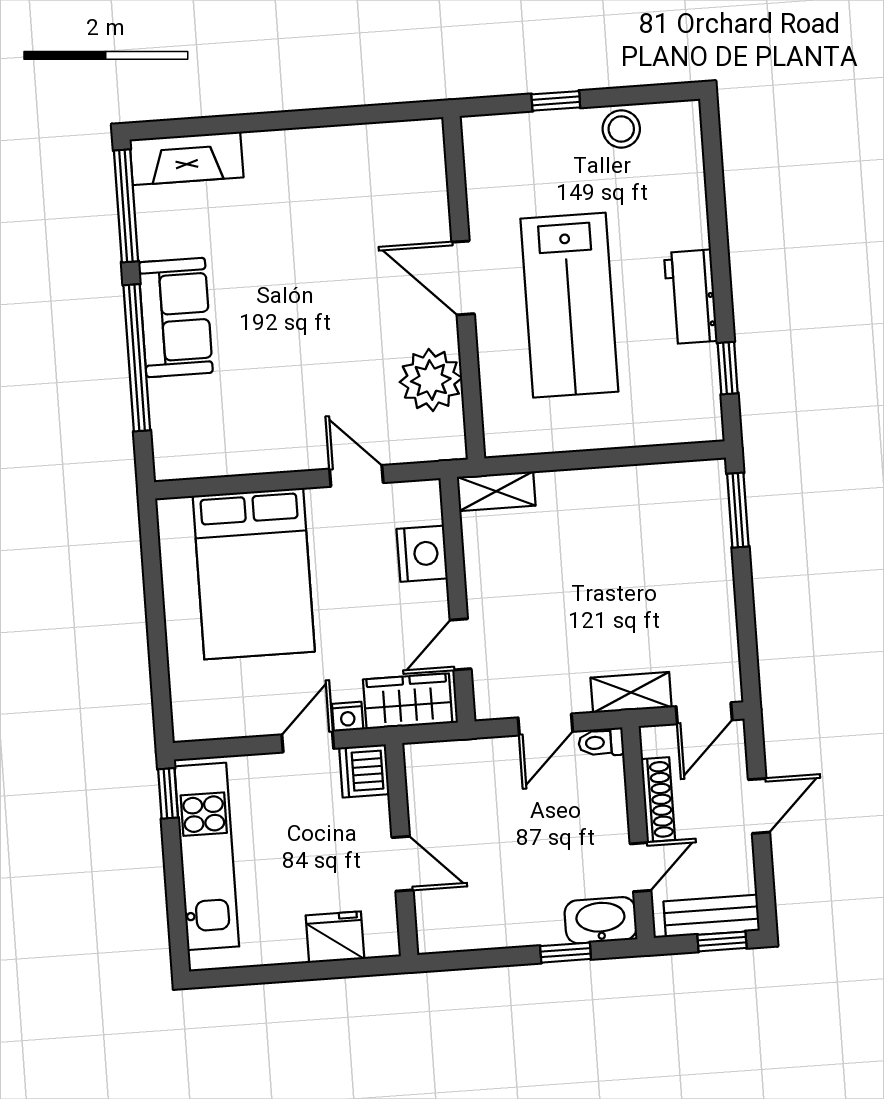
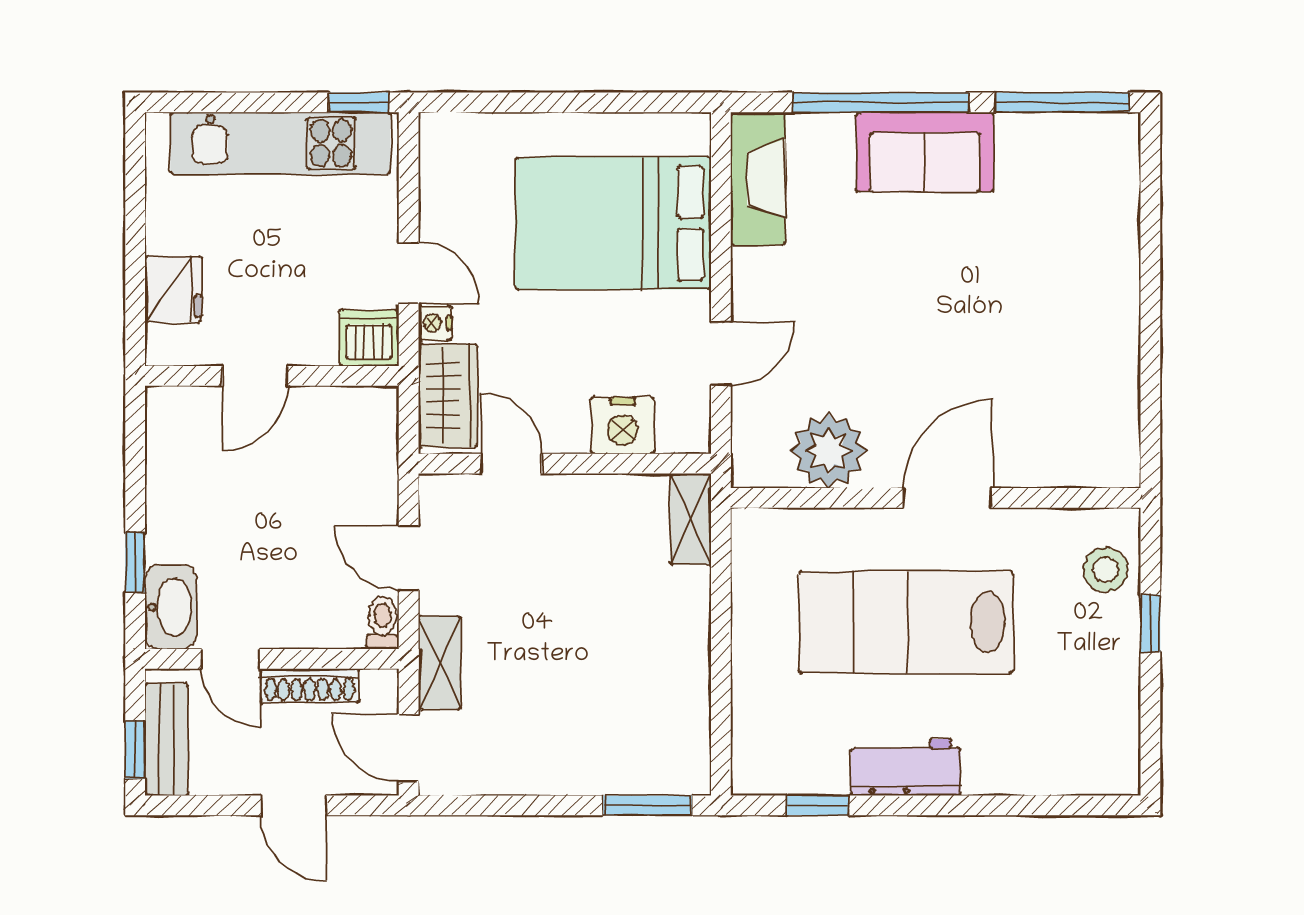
stool: (621, 129) -> (1105, 570), moved
fireplace: (186, 158) -> (758, 179), moved, turned 180

